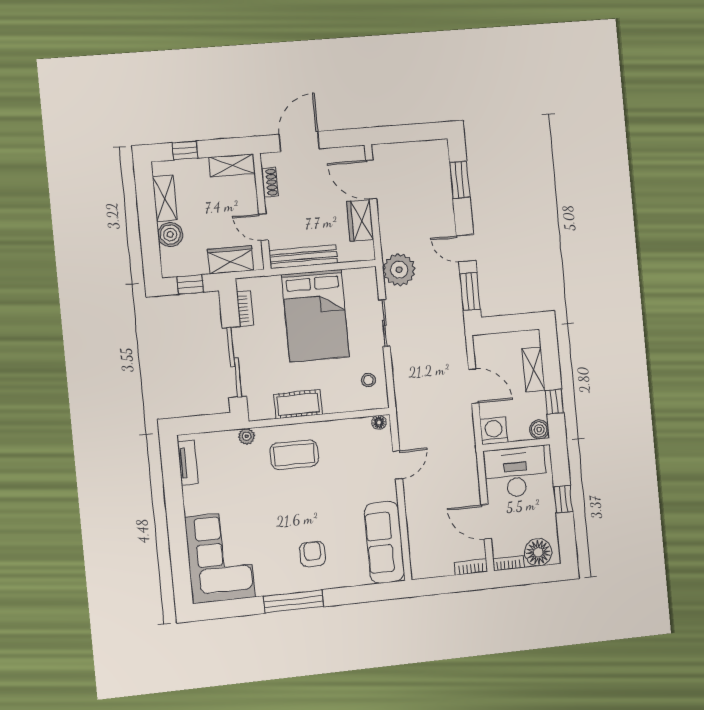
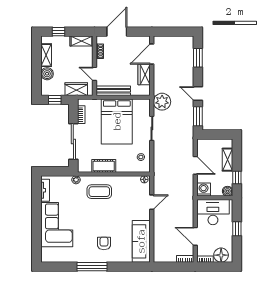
door: (371, 179) -> (152, 54), hinge flipped
corner sofa: (220, 557) -> (57, 225), moved

